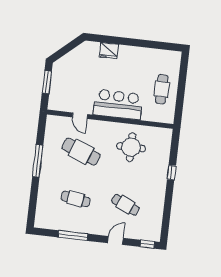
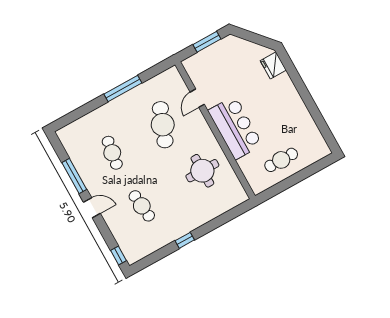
fridge: (109, 51) -> (273, 65), moved
window: (171, 173) -> (185, 240), moved
cafe table: (125, 205) -> (142, 206), turned -30
door: (116, 240) -> (92, 208), moved

